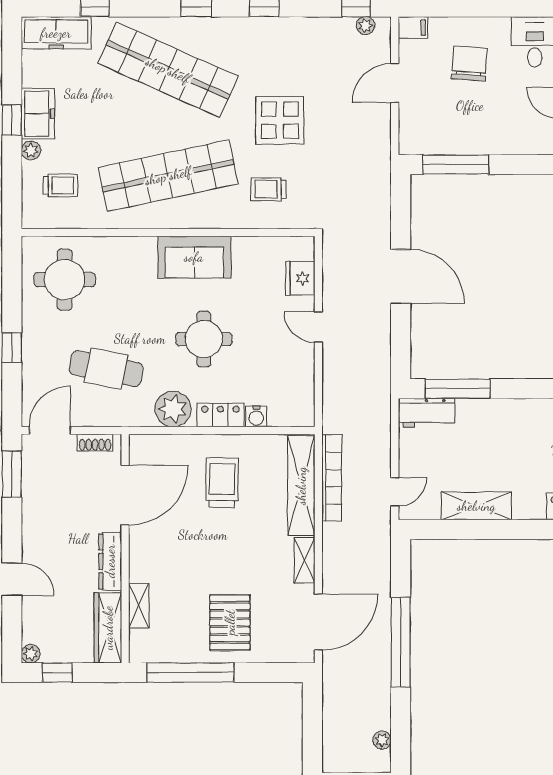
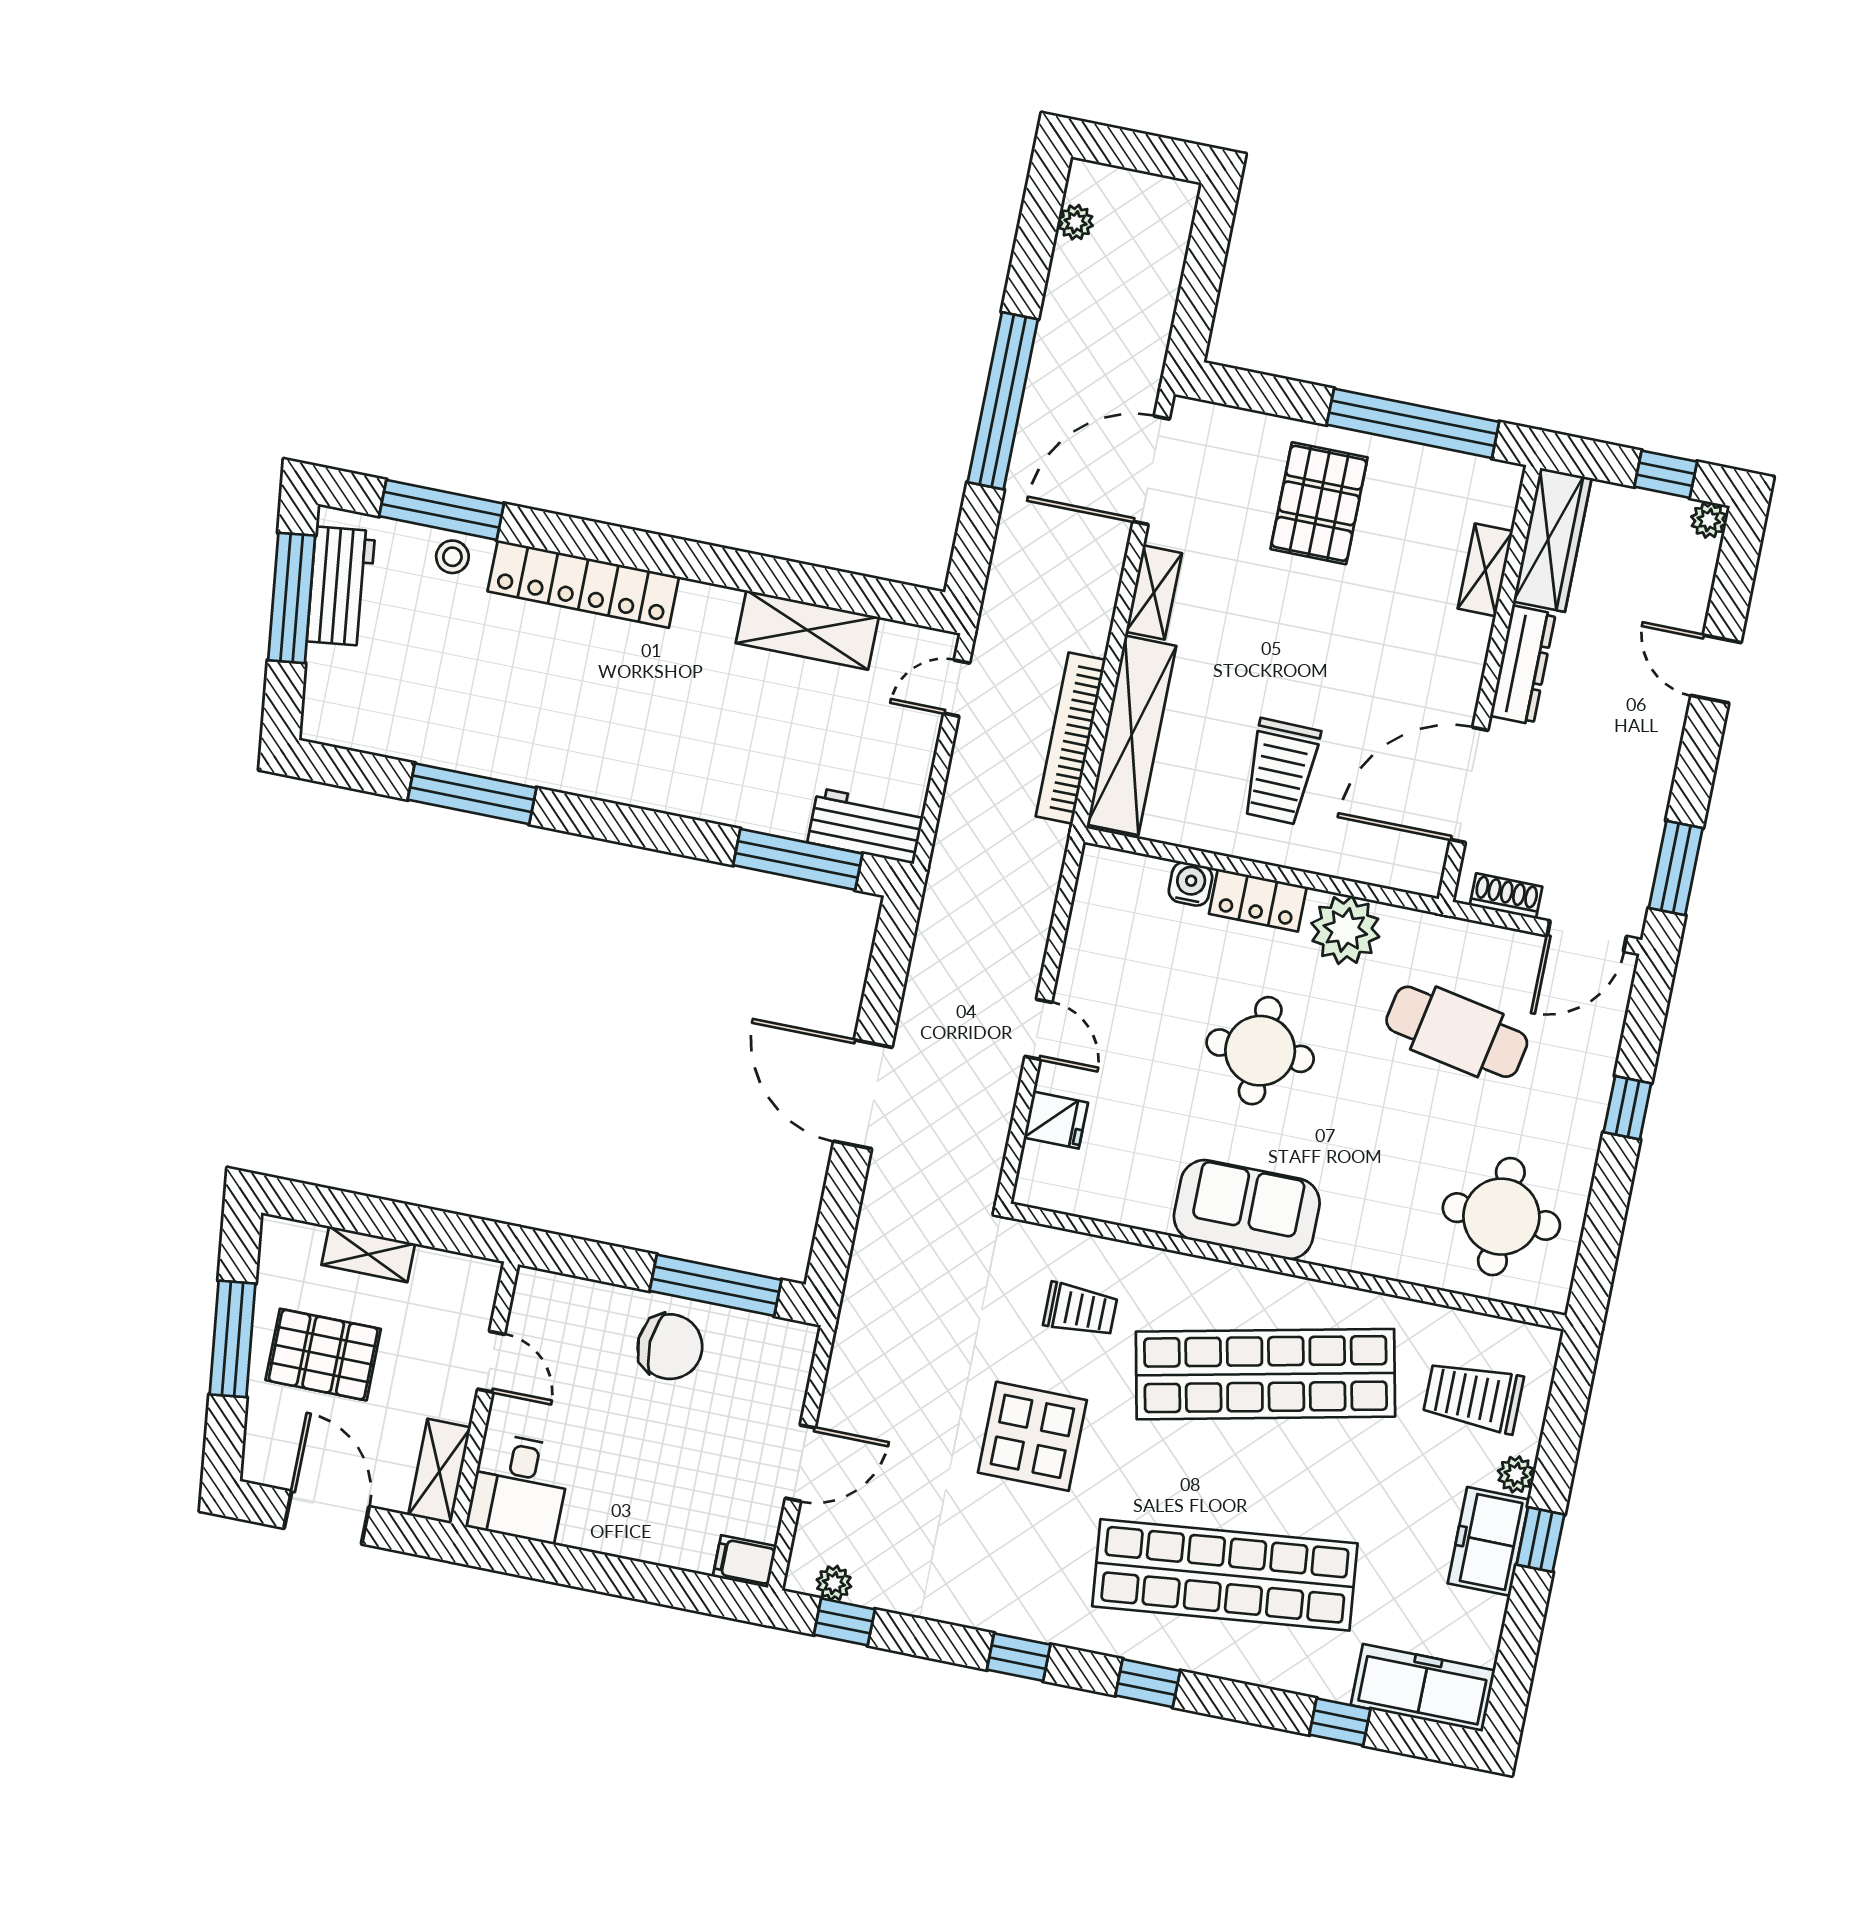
chair: (469, 63) -> (670, 1347), moved, turned -91
shop shelf: (168, 70) -> (1225, 1575), turned -30
trolley: (60, 185) -> (1473, 1397), width x1.36, depth x1.39
fridge: (300, 278) -> (1056, 1120), width x0.72

